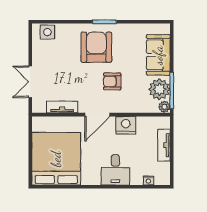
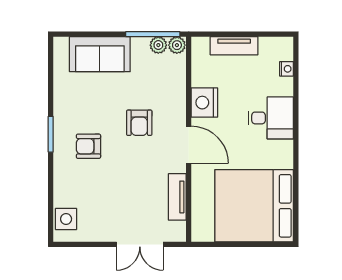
armchair: (96, 47) -> (88, 146), width x0.53, depth x0.53
plant: (159, 89) -> (158, 45), width x0.53, depth x0.53

